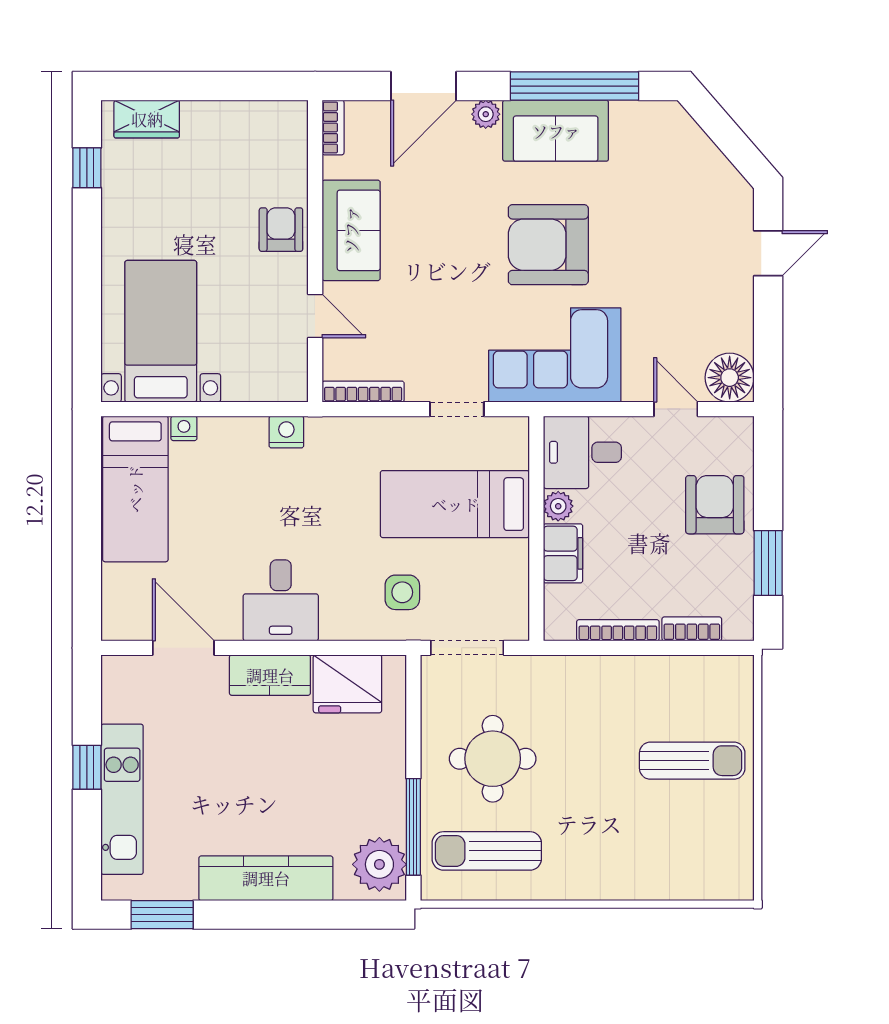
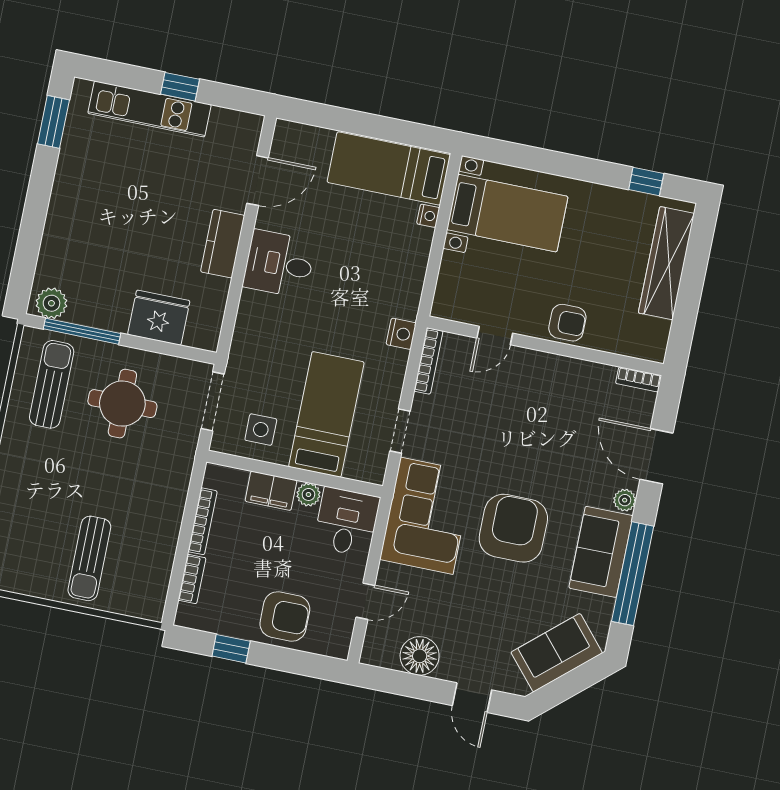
wardrobe: (147, 119) -> (666, 263), width x2.10, depth x1.17
sofa: (351, 230) -> (557, 653), moved, turned 139
floor lamp: (730, 378) -> (420, 656), moved
nightstand: (286, 432) -> (401, 334), moved
window: (768, 563) -> (231, 649), width x0.67
side table: (402, 592) -> (261, 430), moved
fridge: (347, 684) -> (159, 318), moved, turned 90
plant: (379, 864) -> (51, 303), width x0.73, depth x0.73
kitchen counter: (266, 878) -> (65, 208), removed

